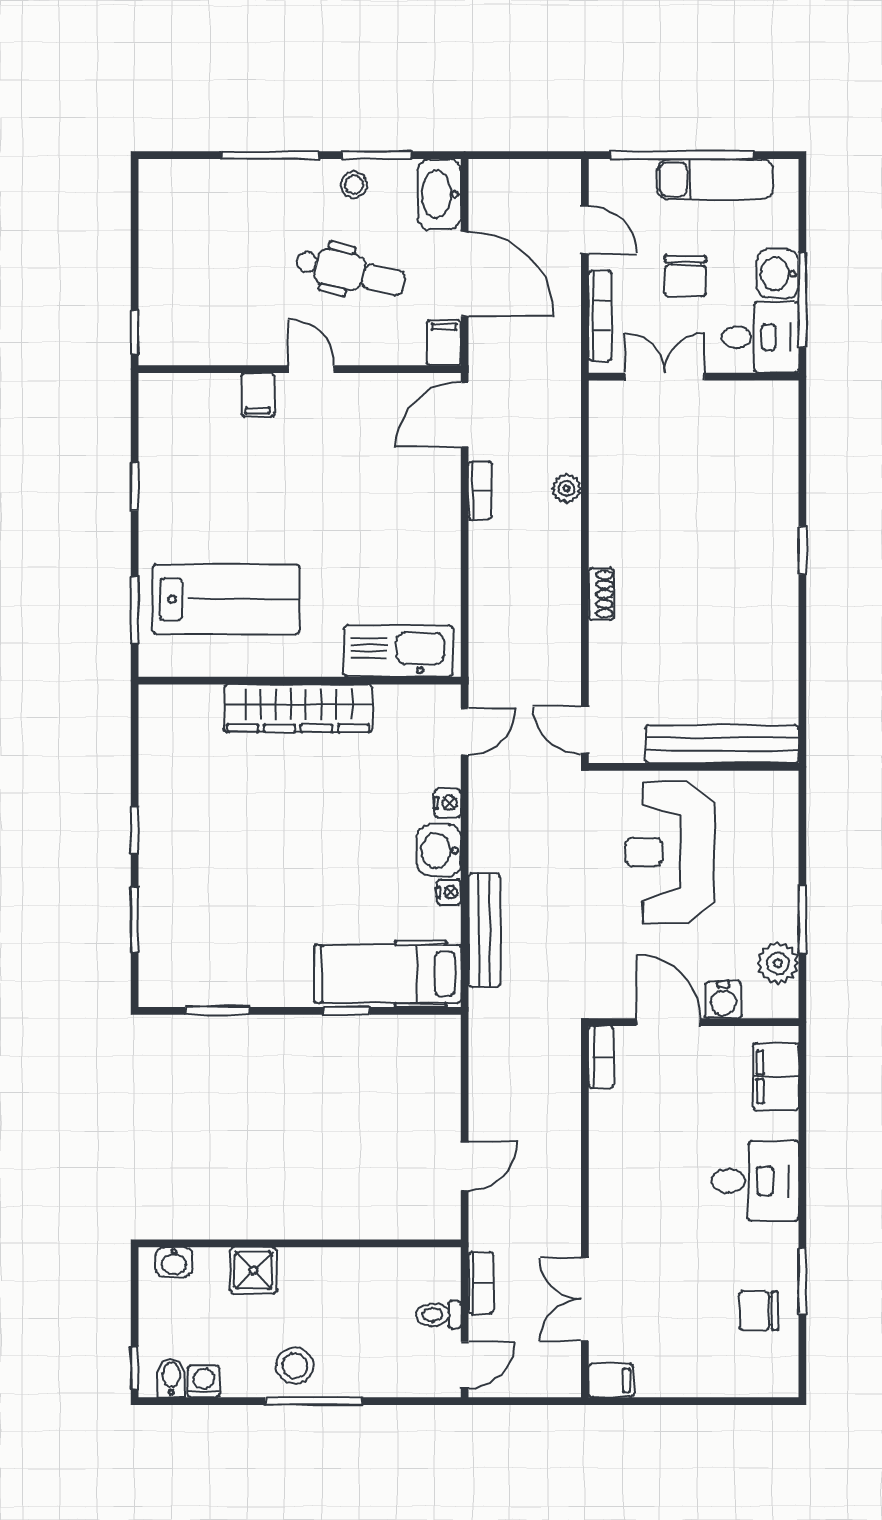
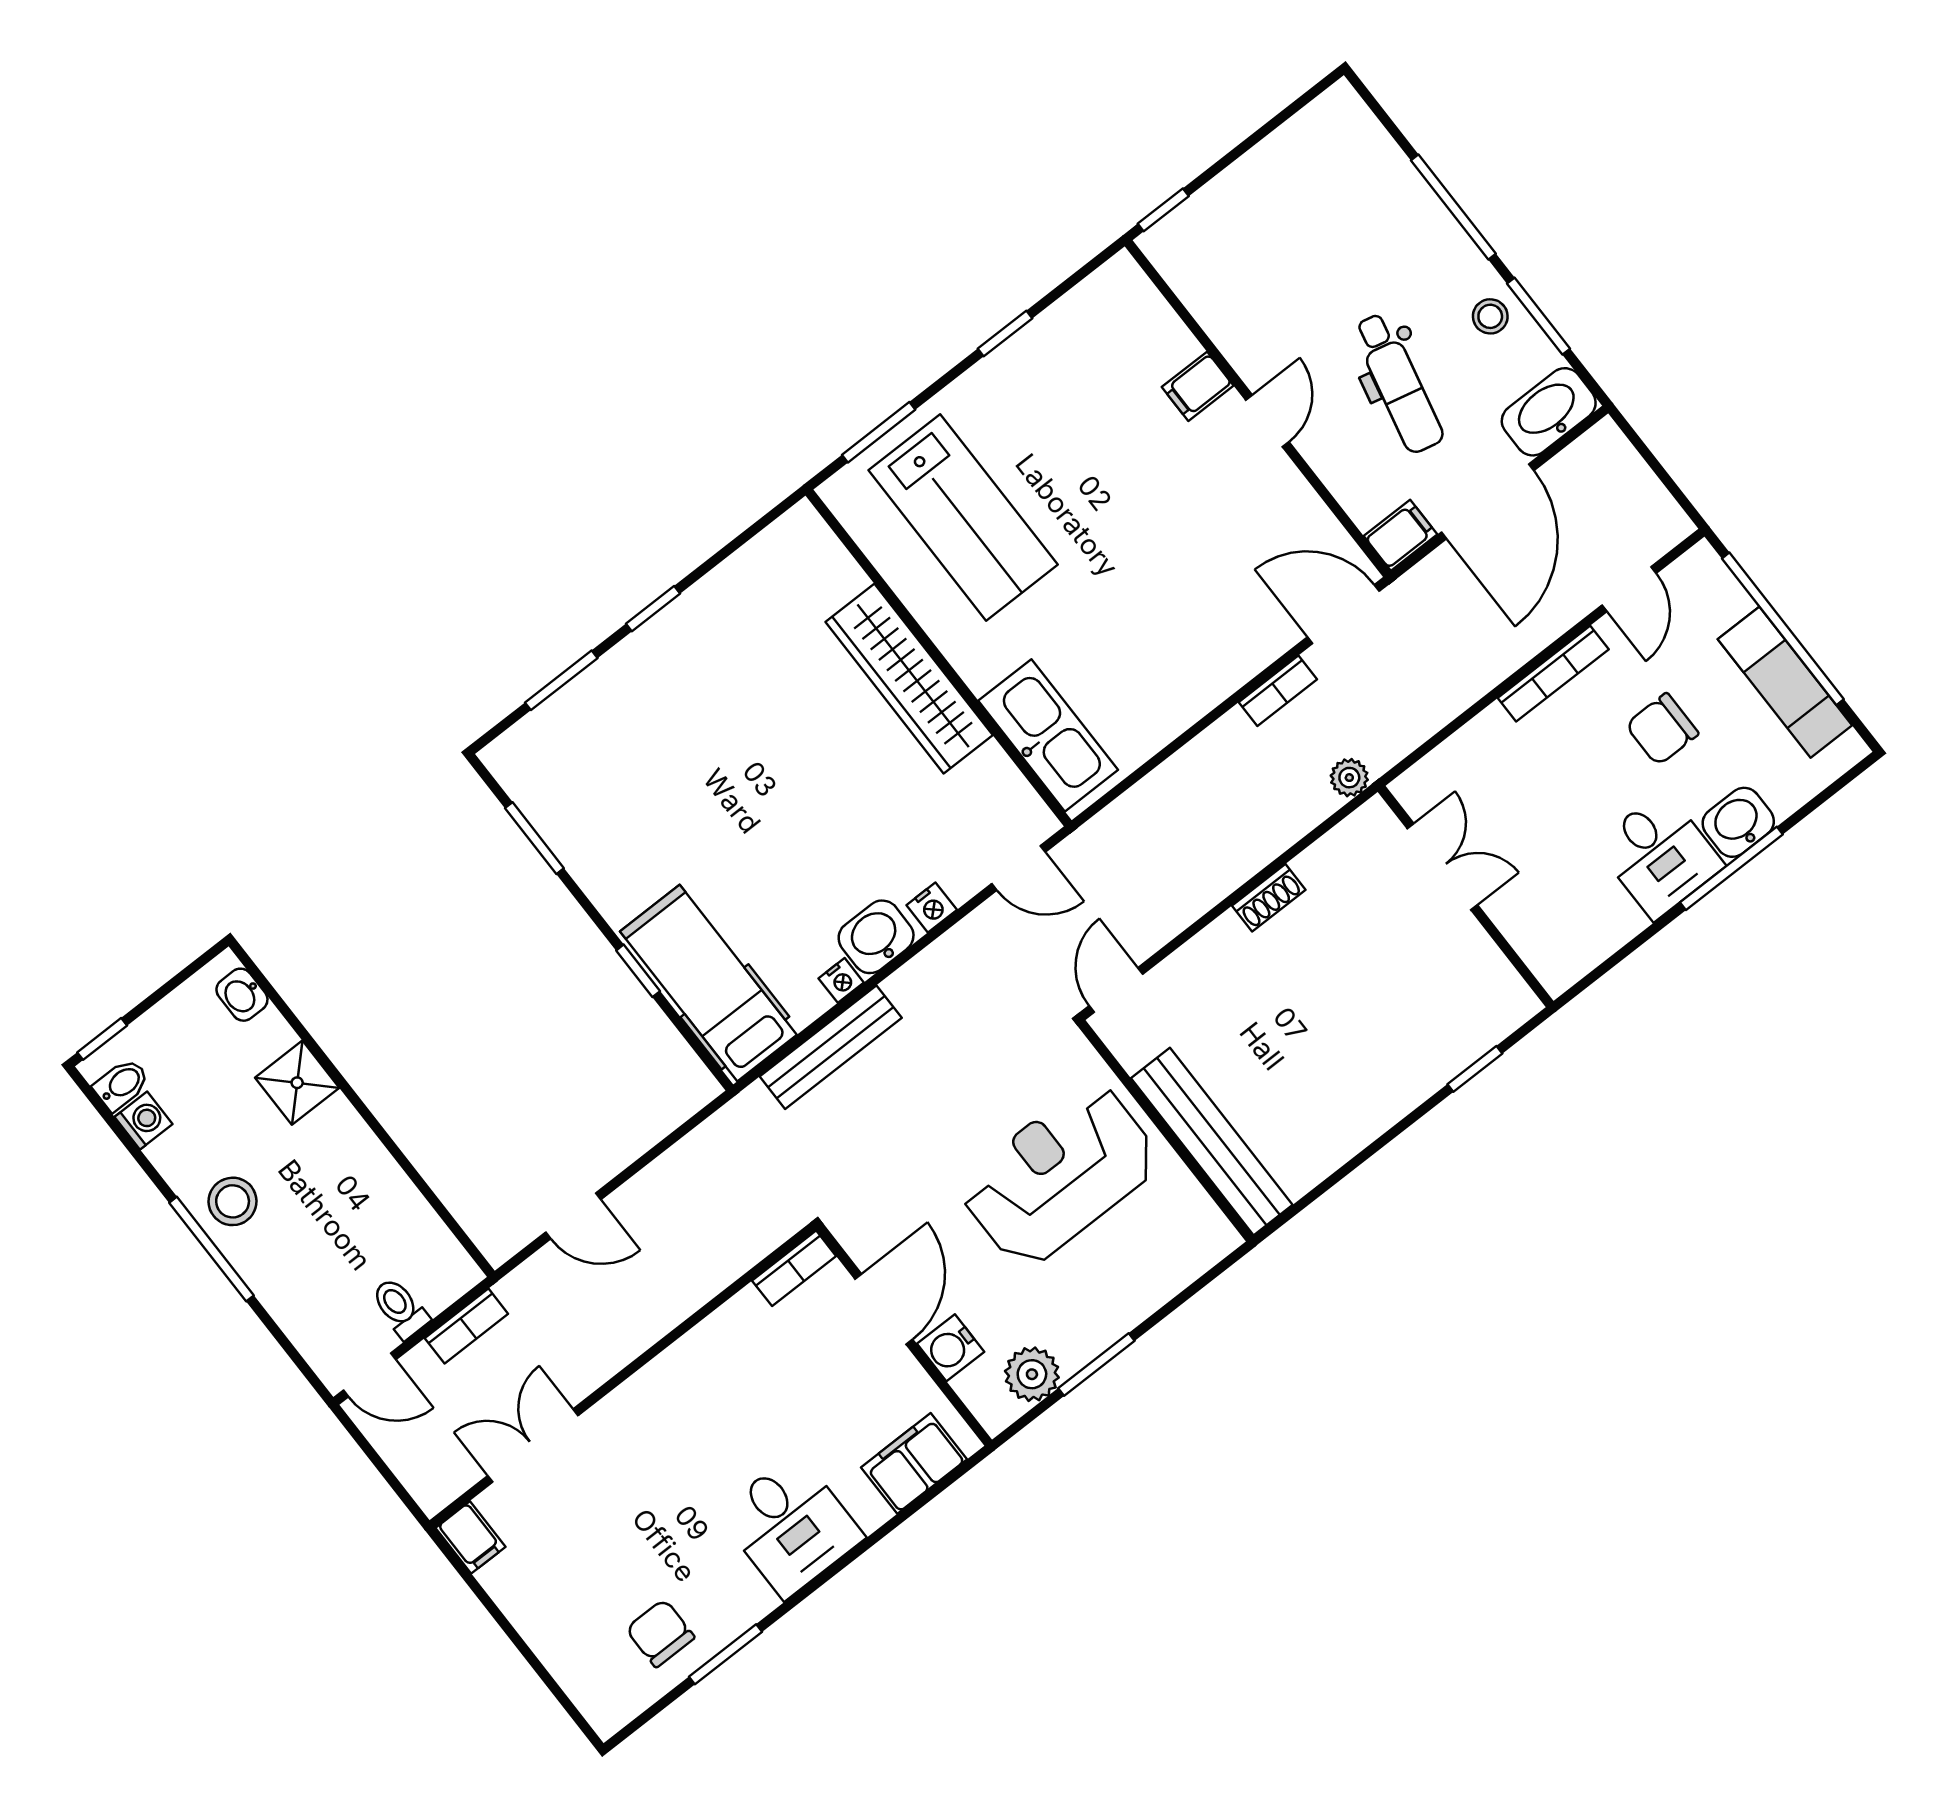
double door: (665, 377) -> (1442, 867), moved
wall: (694, 377) -> (1466, 896), moved

